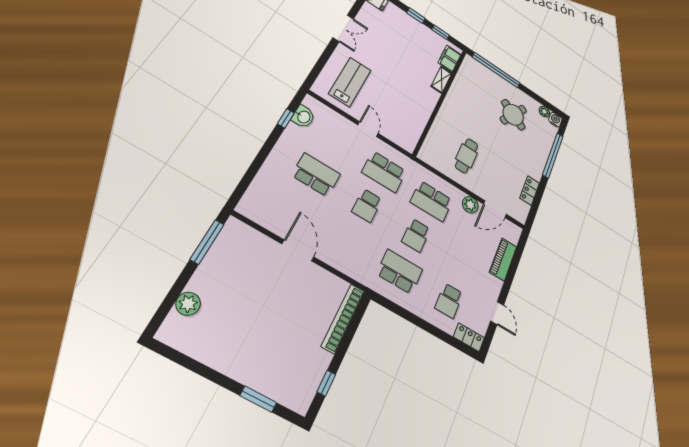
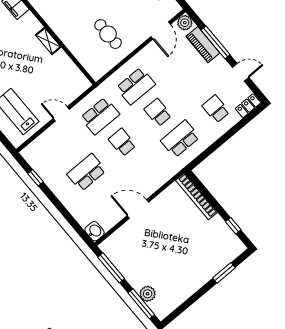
shelving: (442, 80) -> (48, 41), moved
washbasin: (303, 117) -> (95, 231), moved
plant: (470, 205) -> (185, 23), moved
school desk: (367, 206) -> (122, 142), turned 180
school desk: (416, 235) -> (158, 112), turned 180
window: (512, 272) -> (215, 42), added
window: (170, 300) -> (141, 304), added
school desk: (449, 301) -> (216, 109), turned 180

